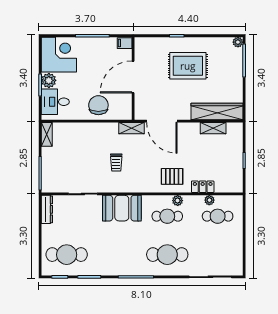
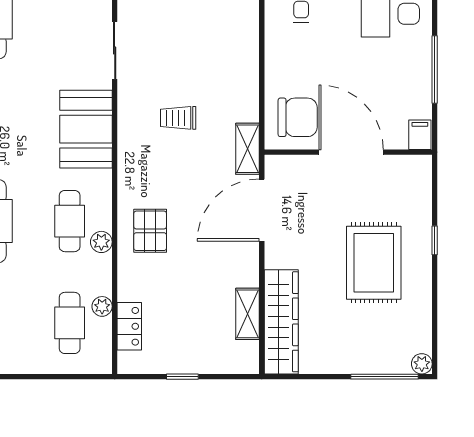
chair: (98, 105) -> (298, 117), moved
locker: (203, 187) -> (129, 326), moved

